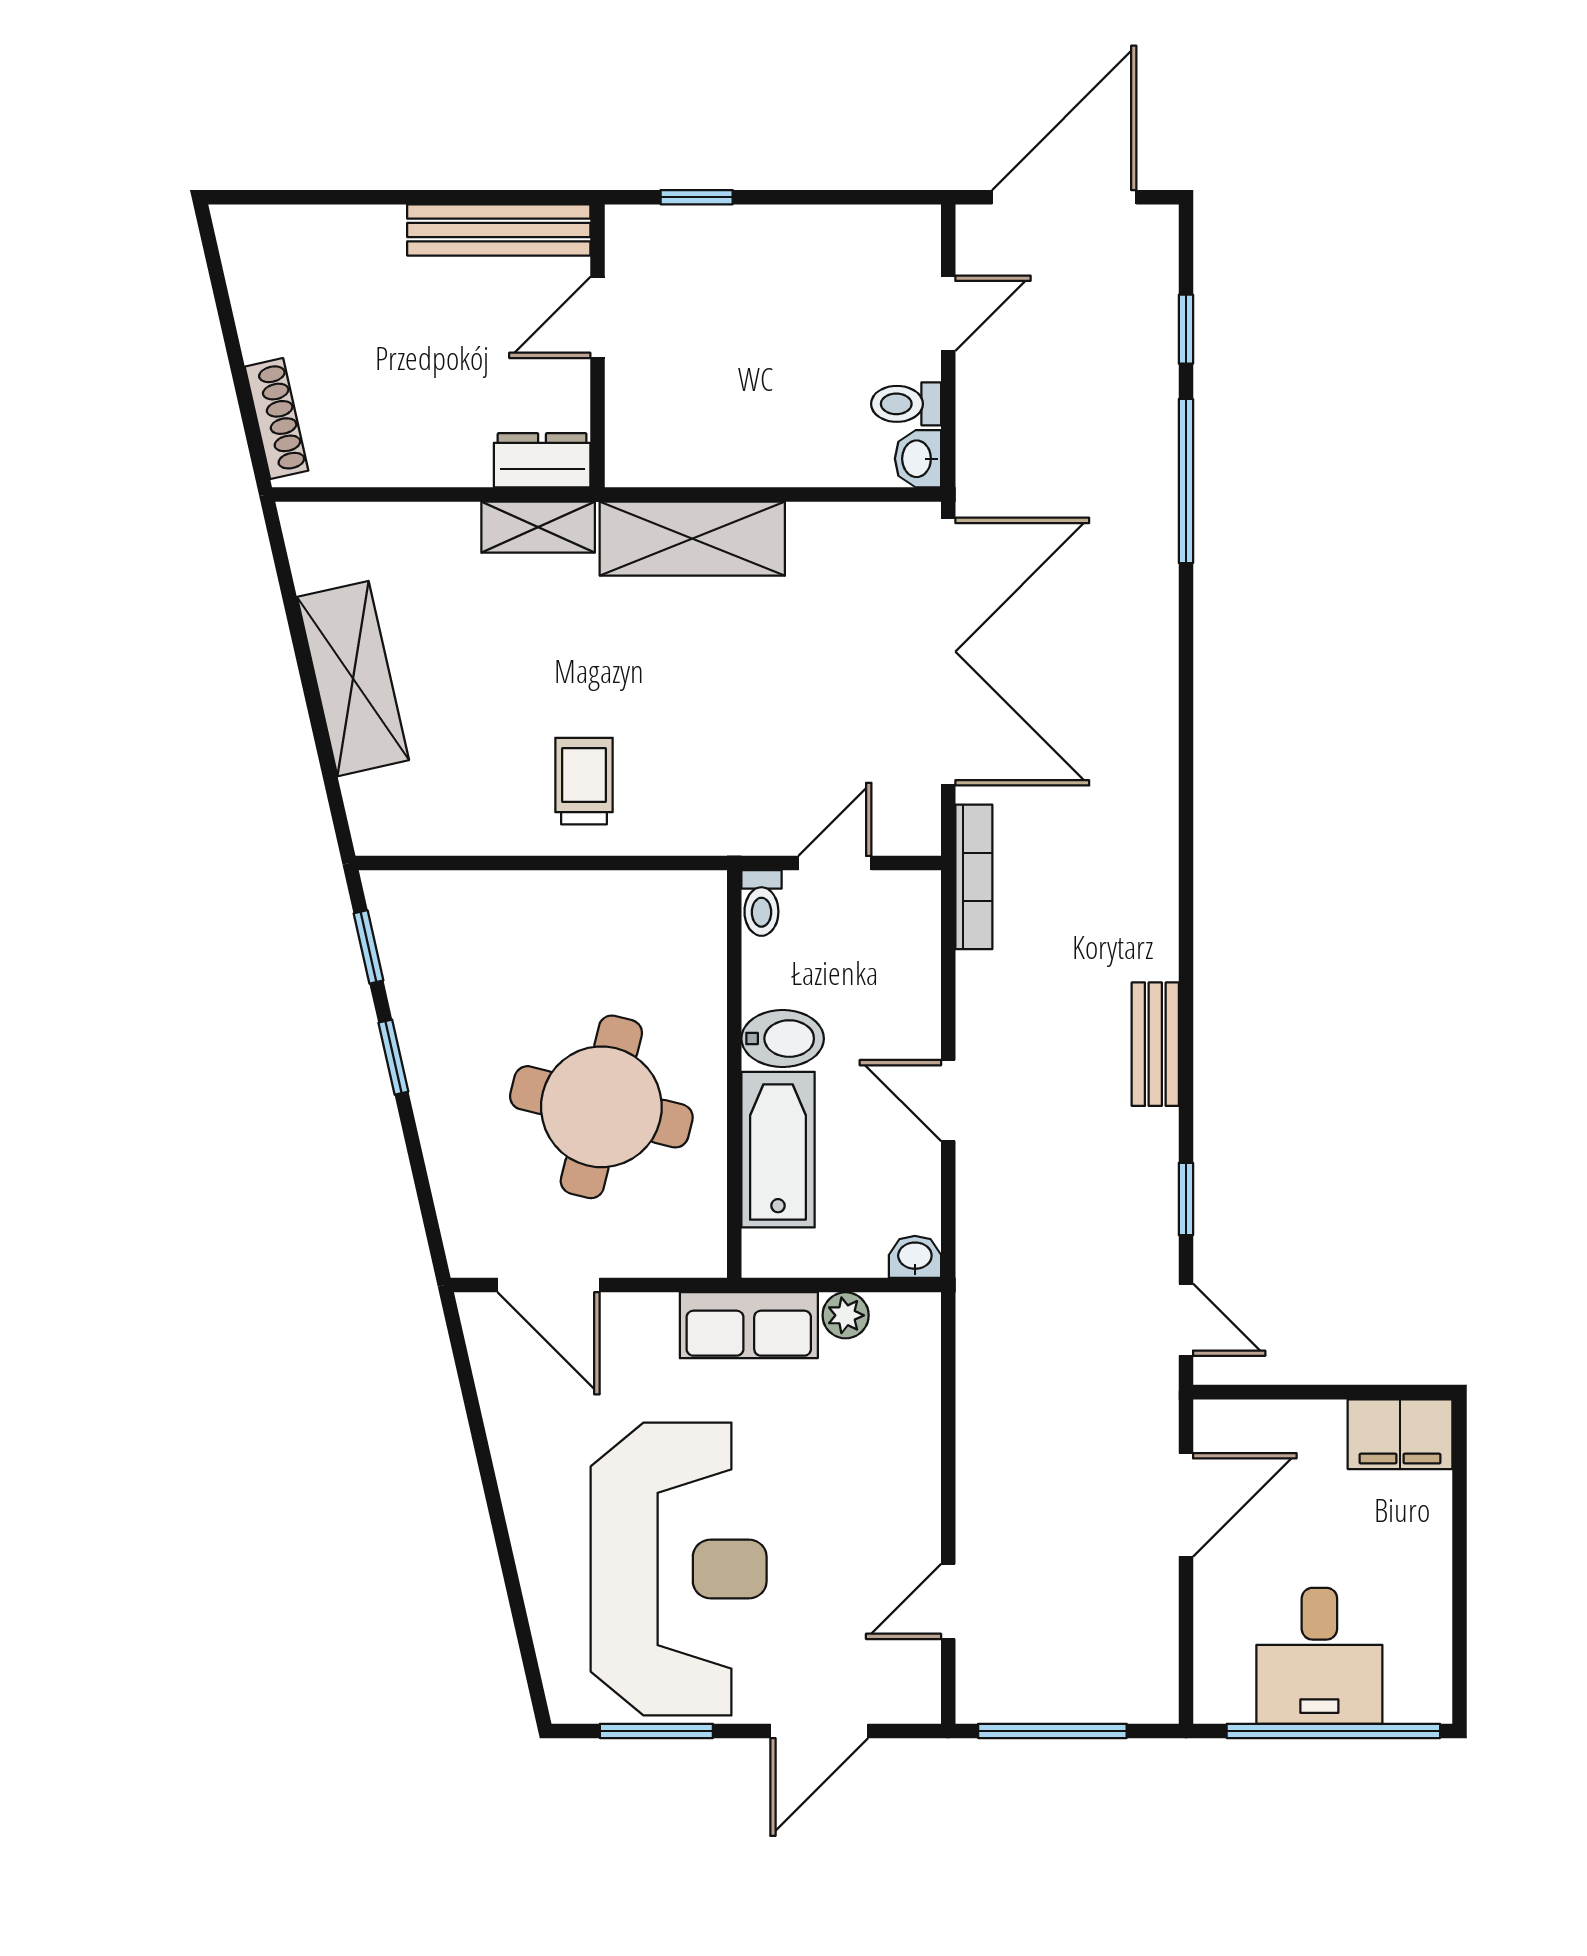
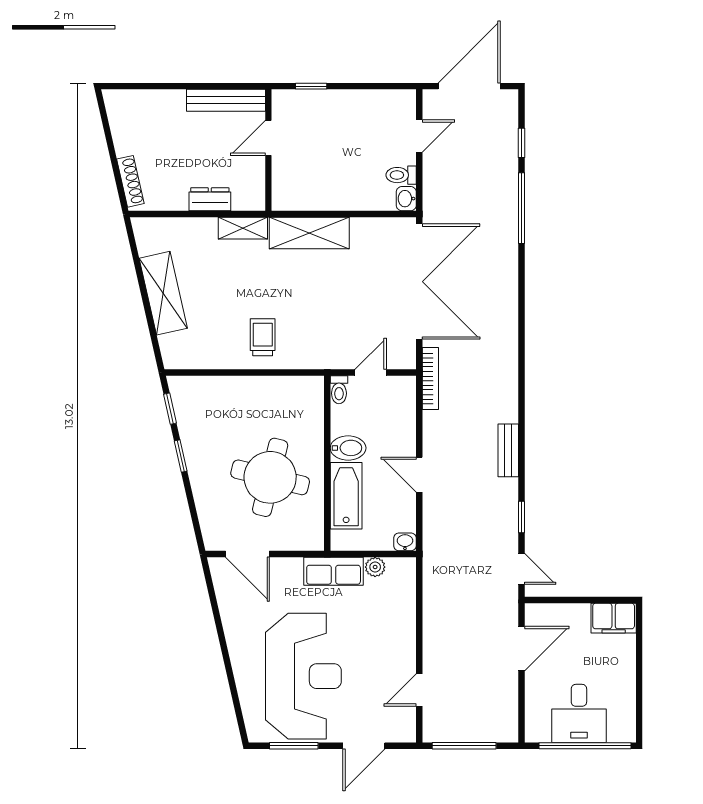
dresser: (542, 460) -> (210, 199), moved

